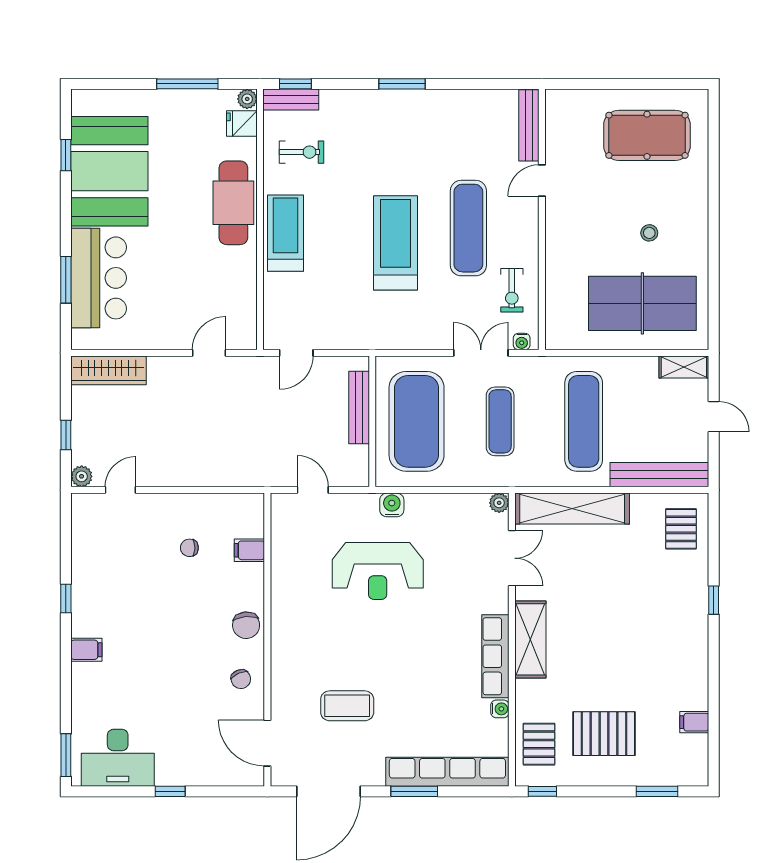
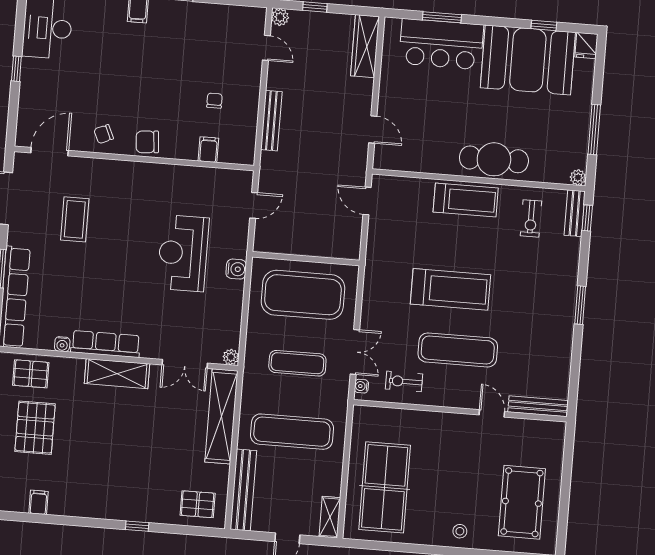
fridge: (242, 123) -> (586, 45), moved, turned 180
stool: (649, 233) -> (460, 531), moved
bench: (359, 407) -> (271, 121), moved, turned 90

